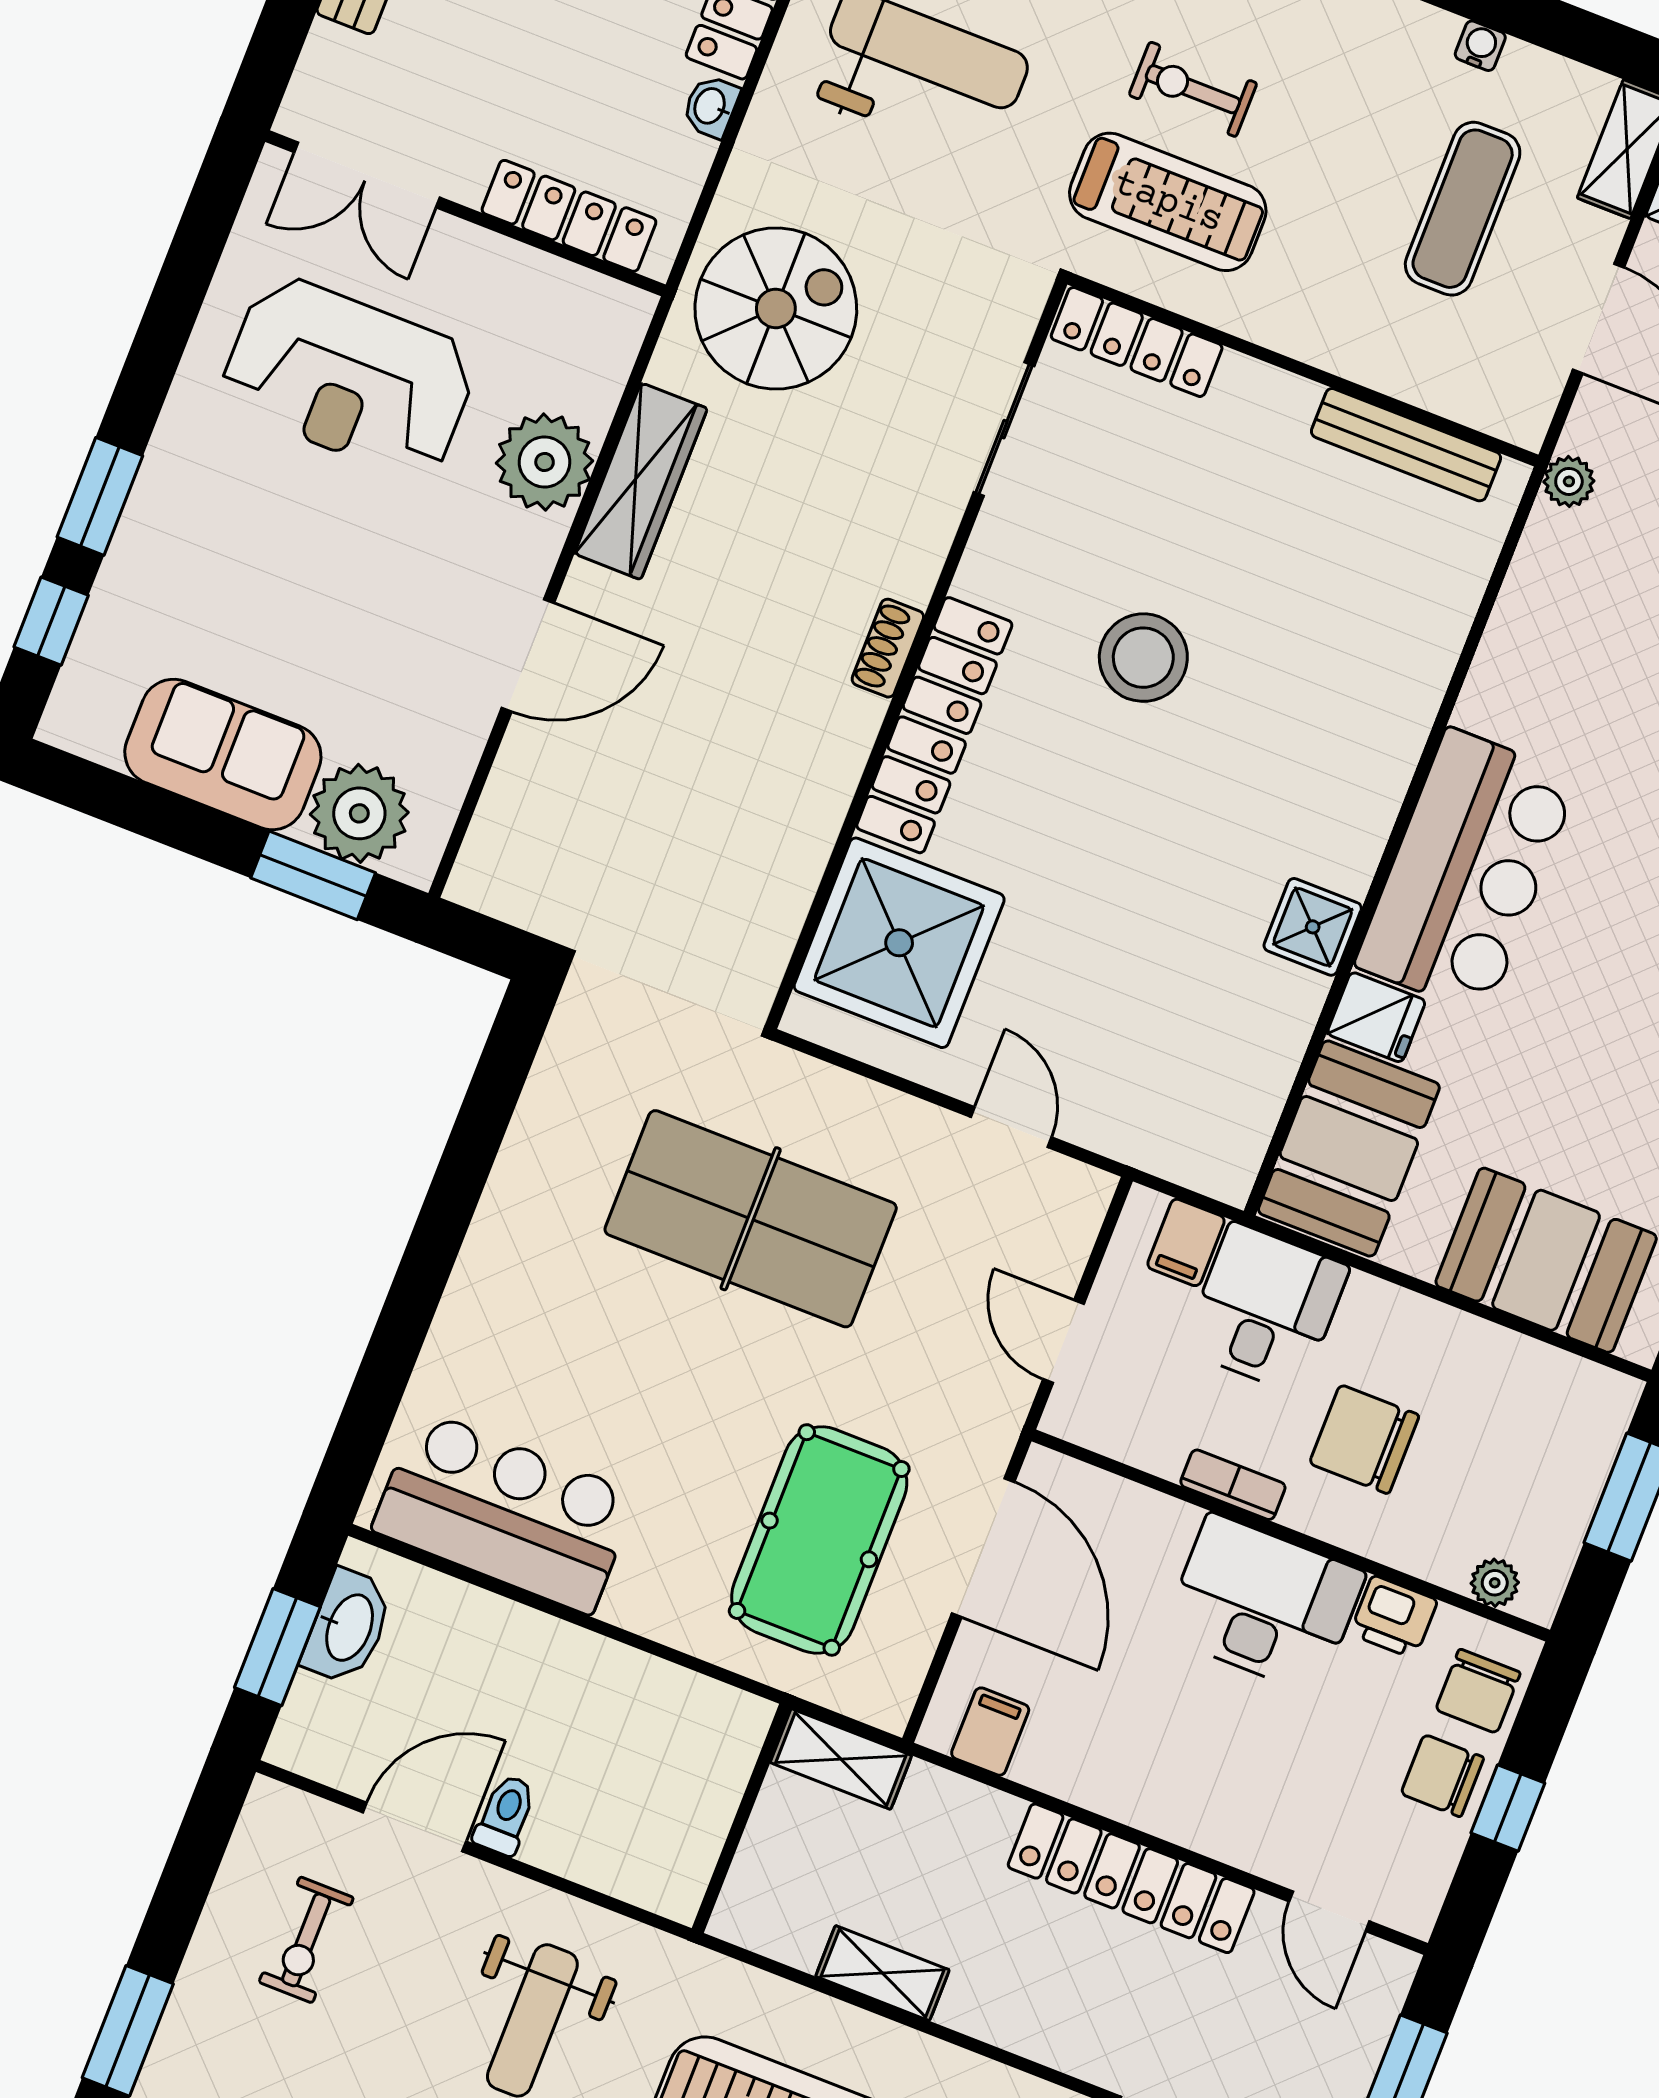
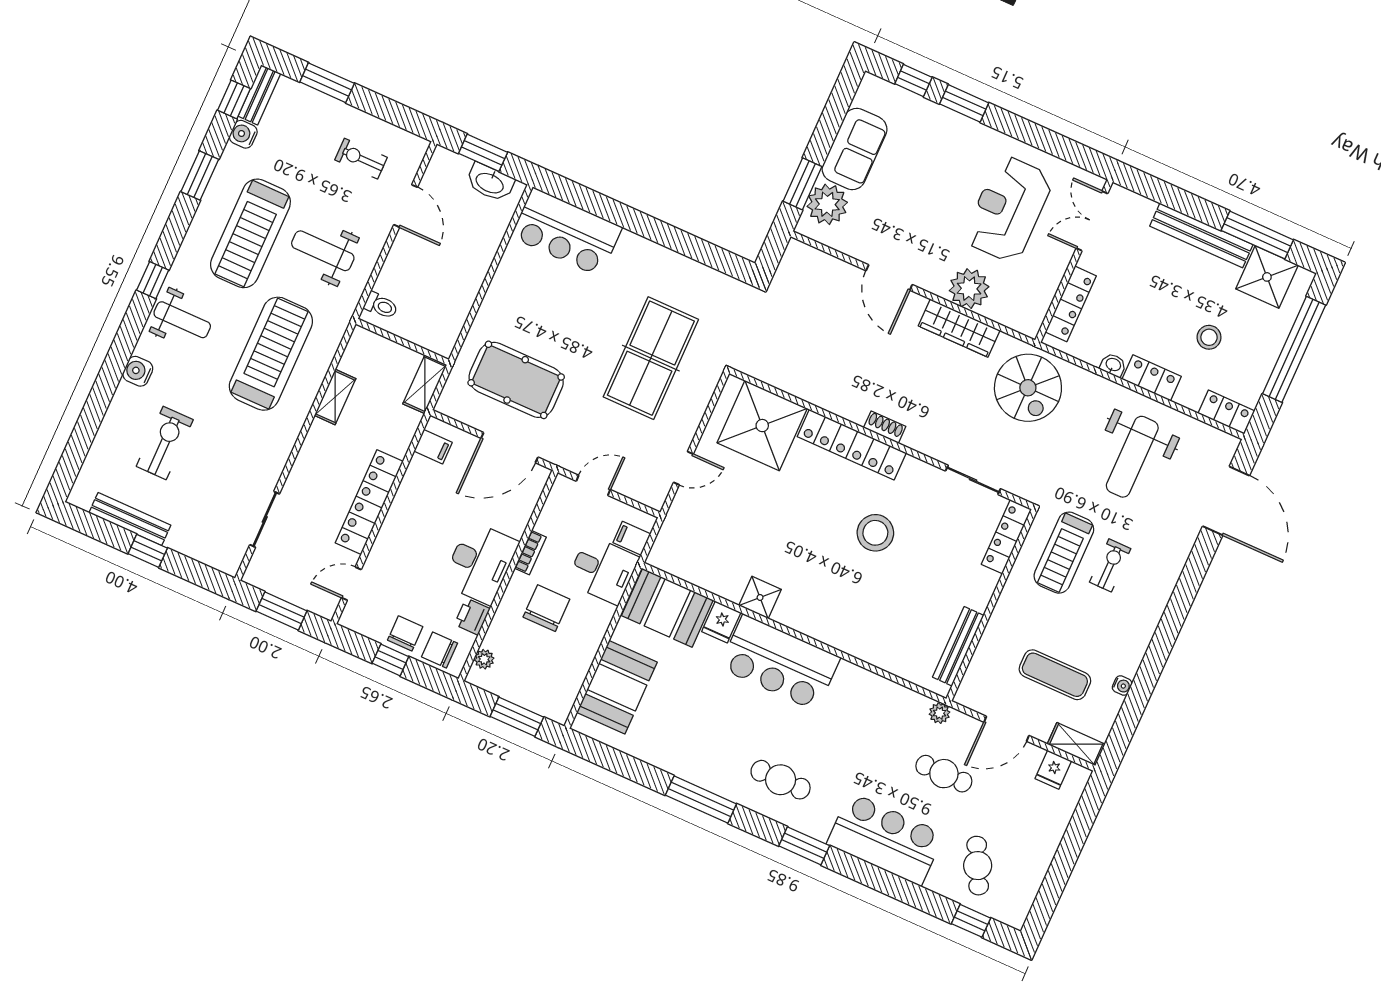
bar counter: (505, 1512) -> (567, 232), moved, turned 90
toilet: (505, 1815) -> (381, 306), moved

